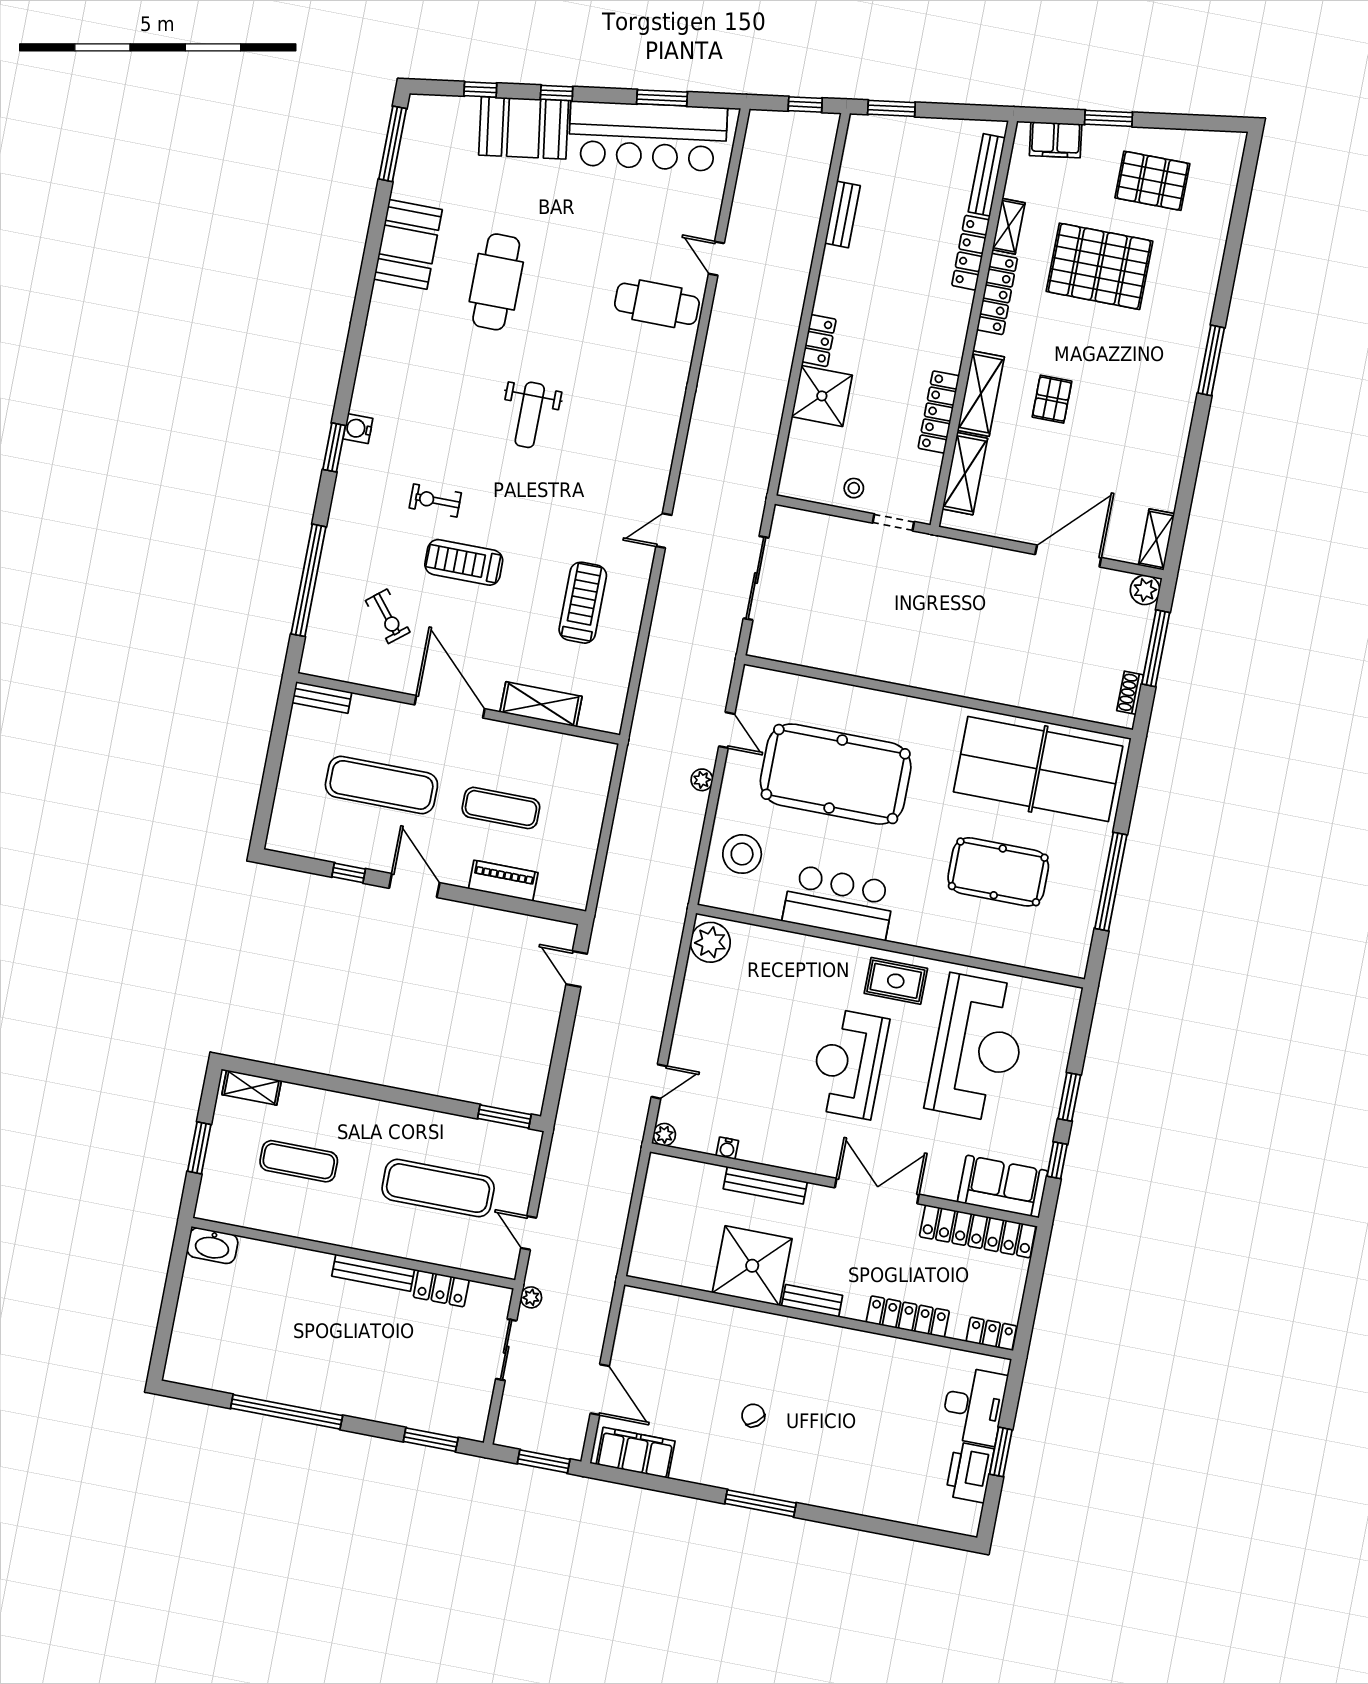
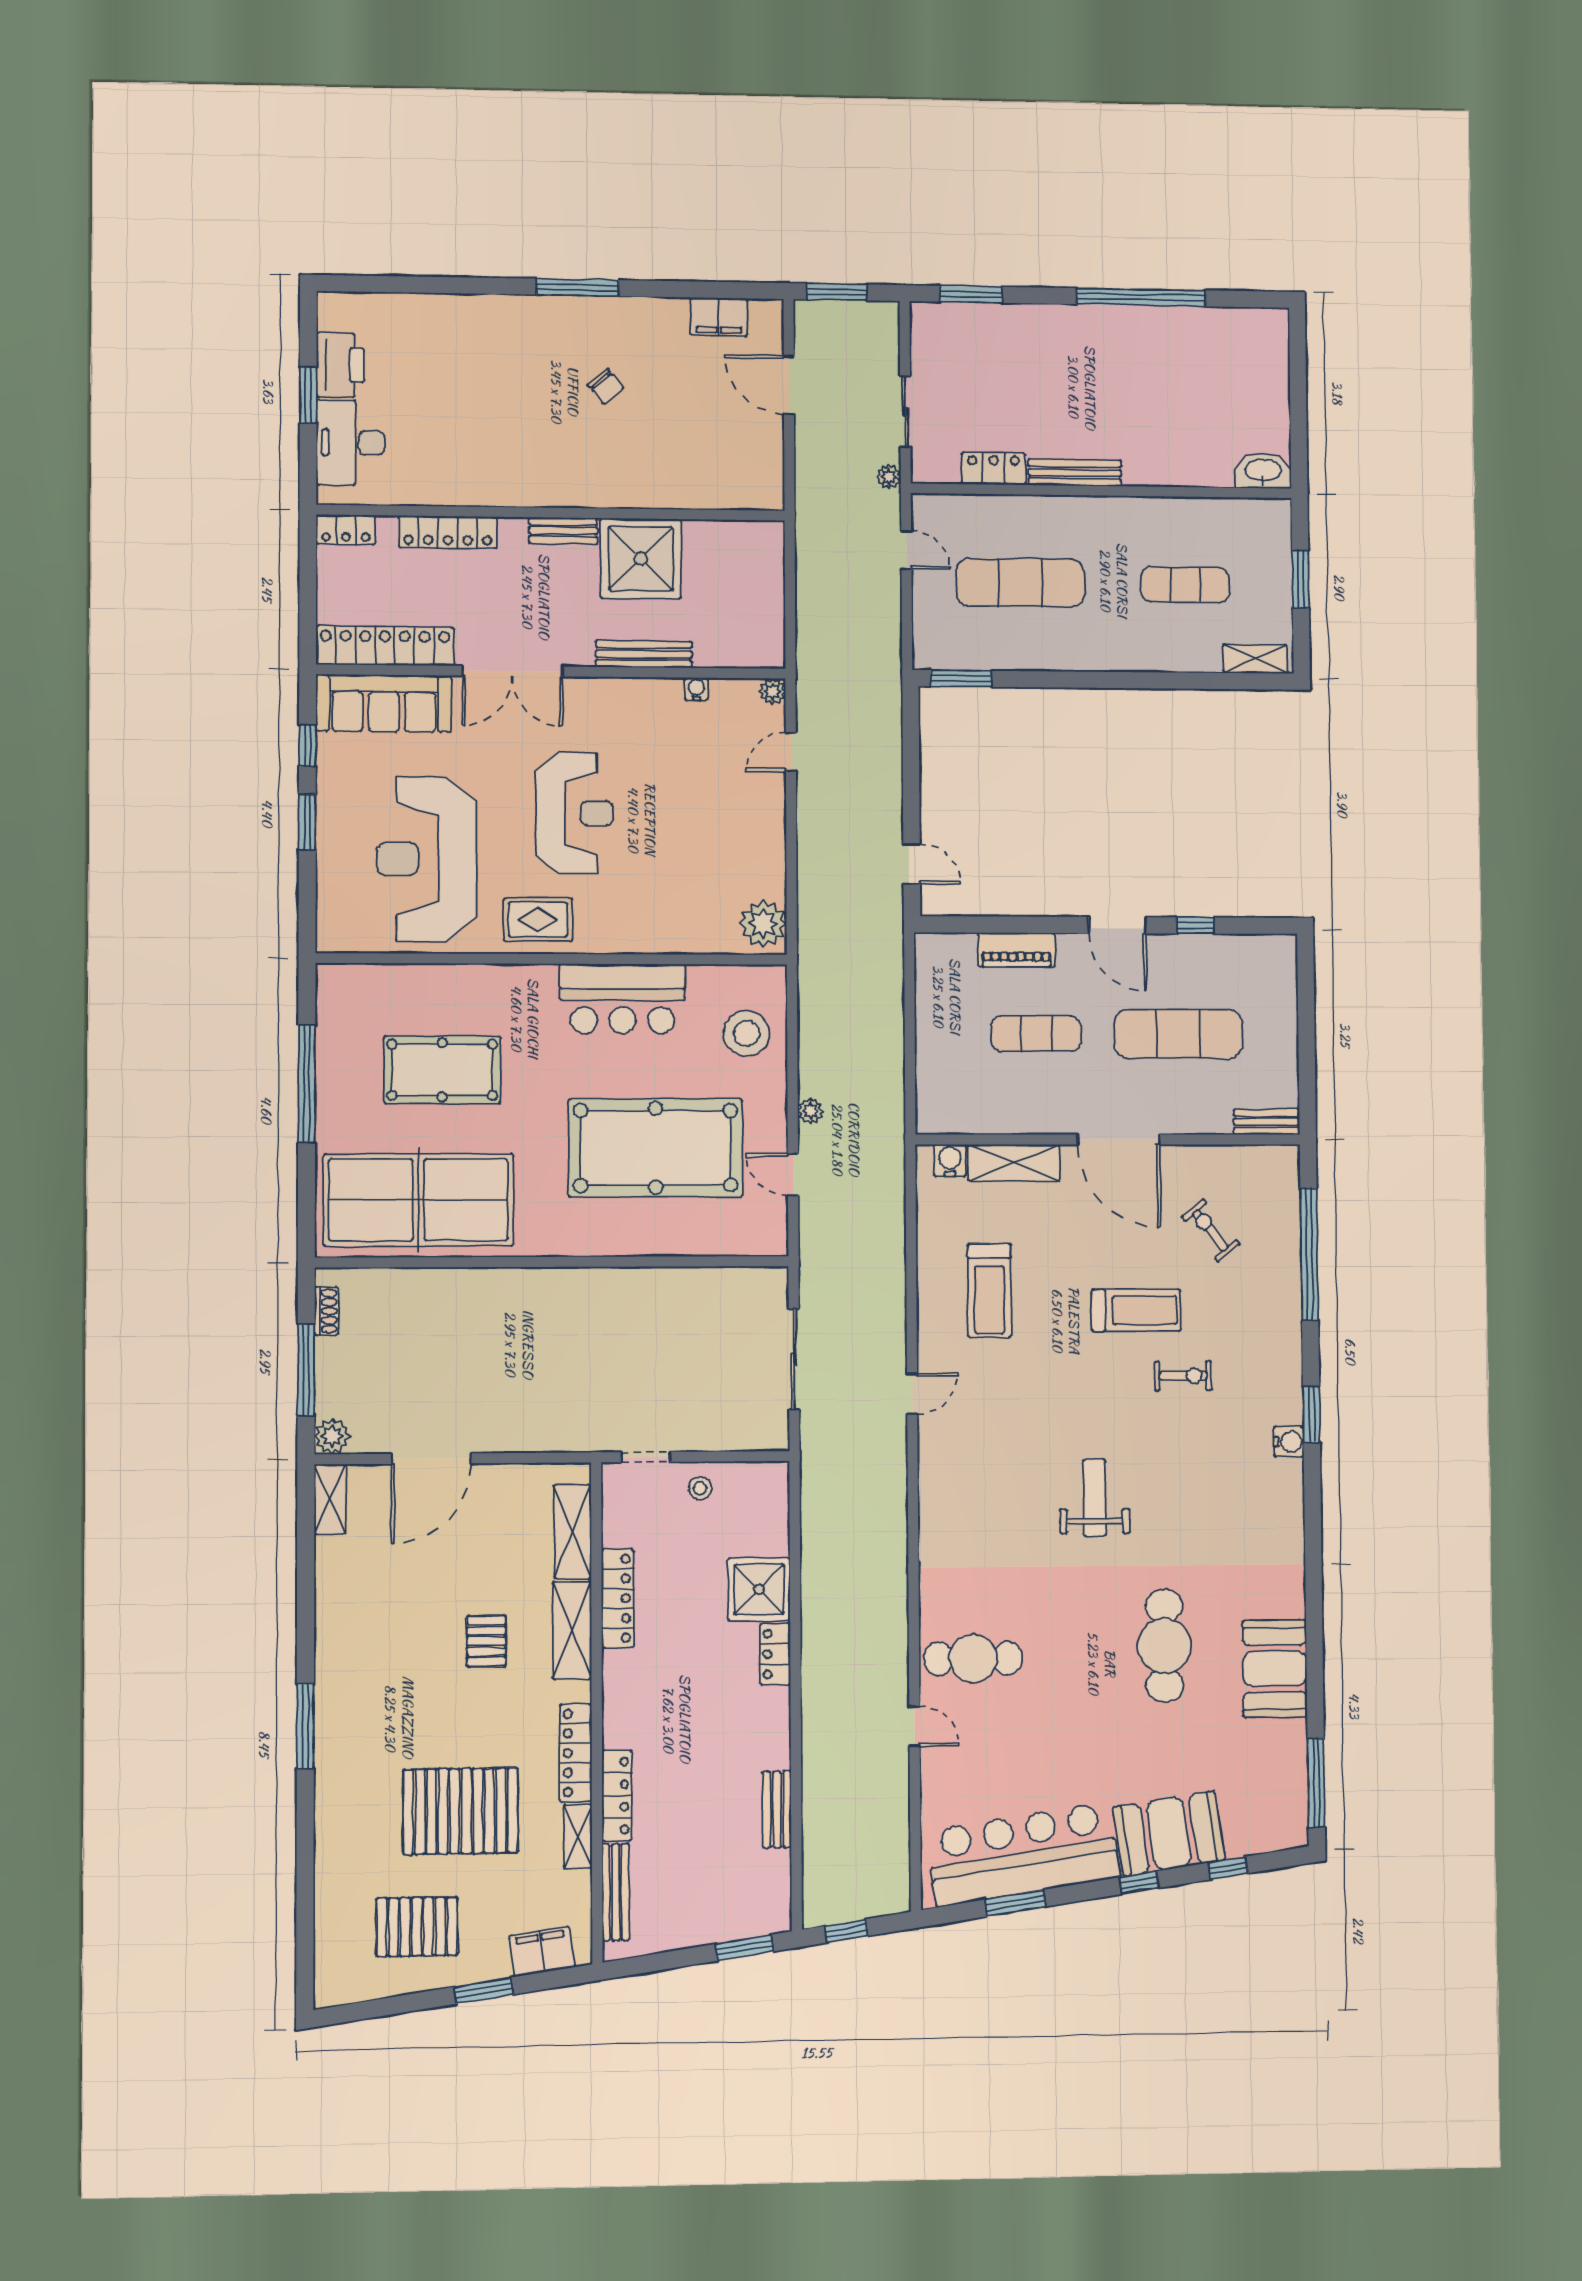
water cooler: (594, 717) -> (950, 1160), added
sofa: (1003, 1187) -> (384, 703), width x1.36
filing cabinet: (636, 1453) -> (719, 317), width x0.67, depth x0.86

